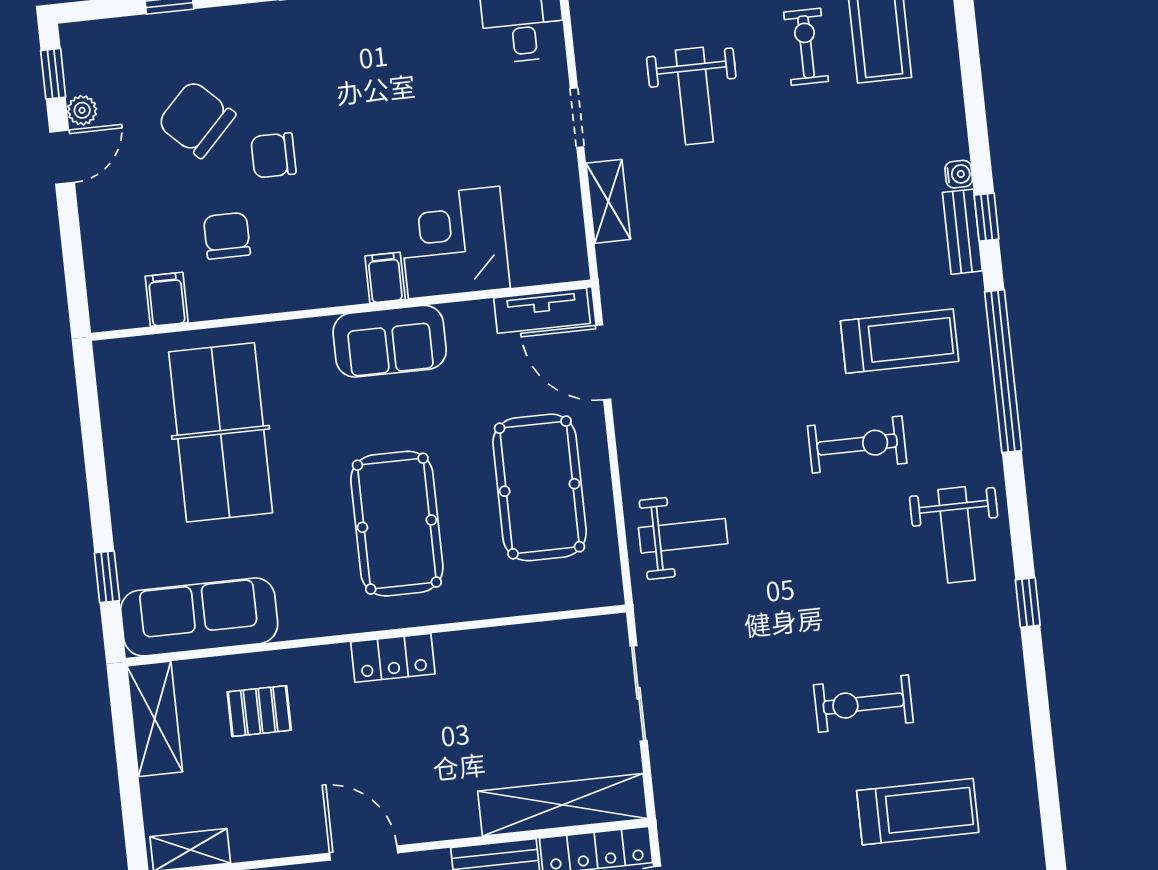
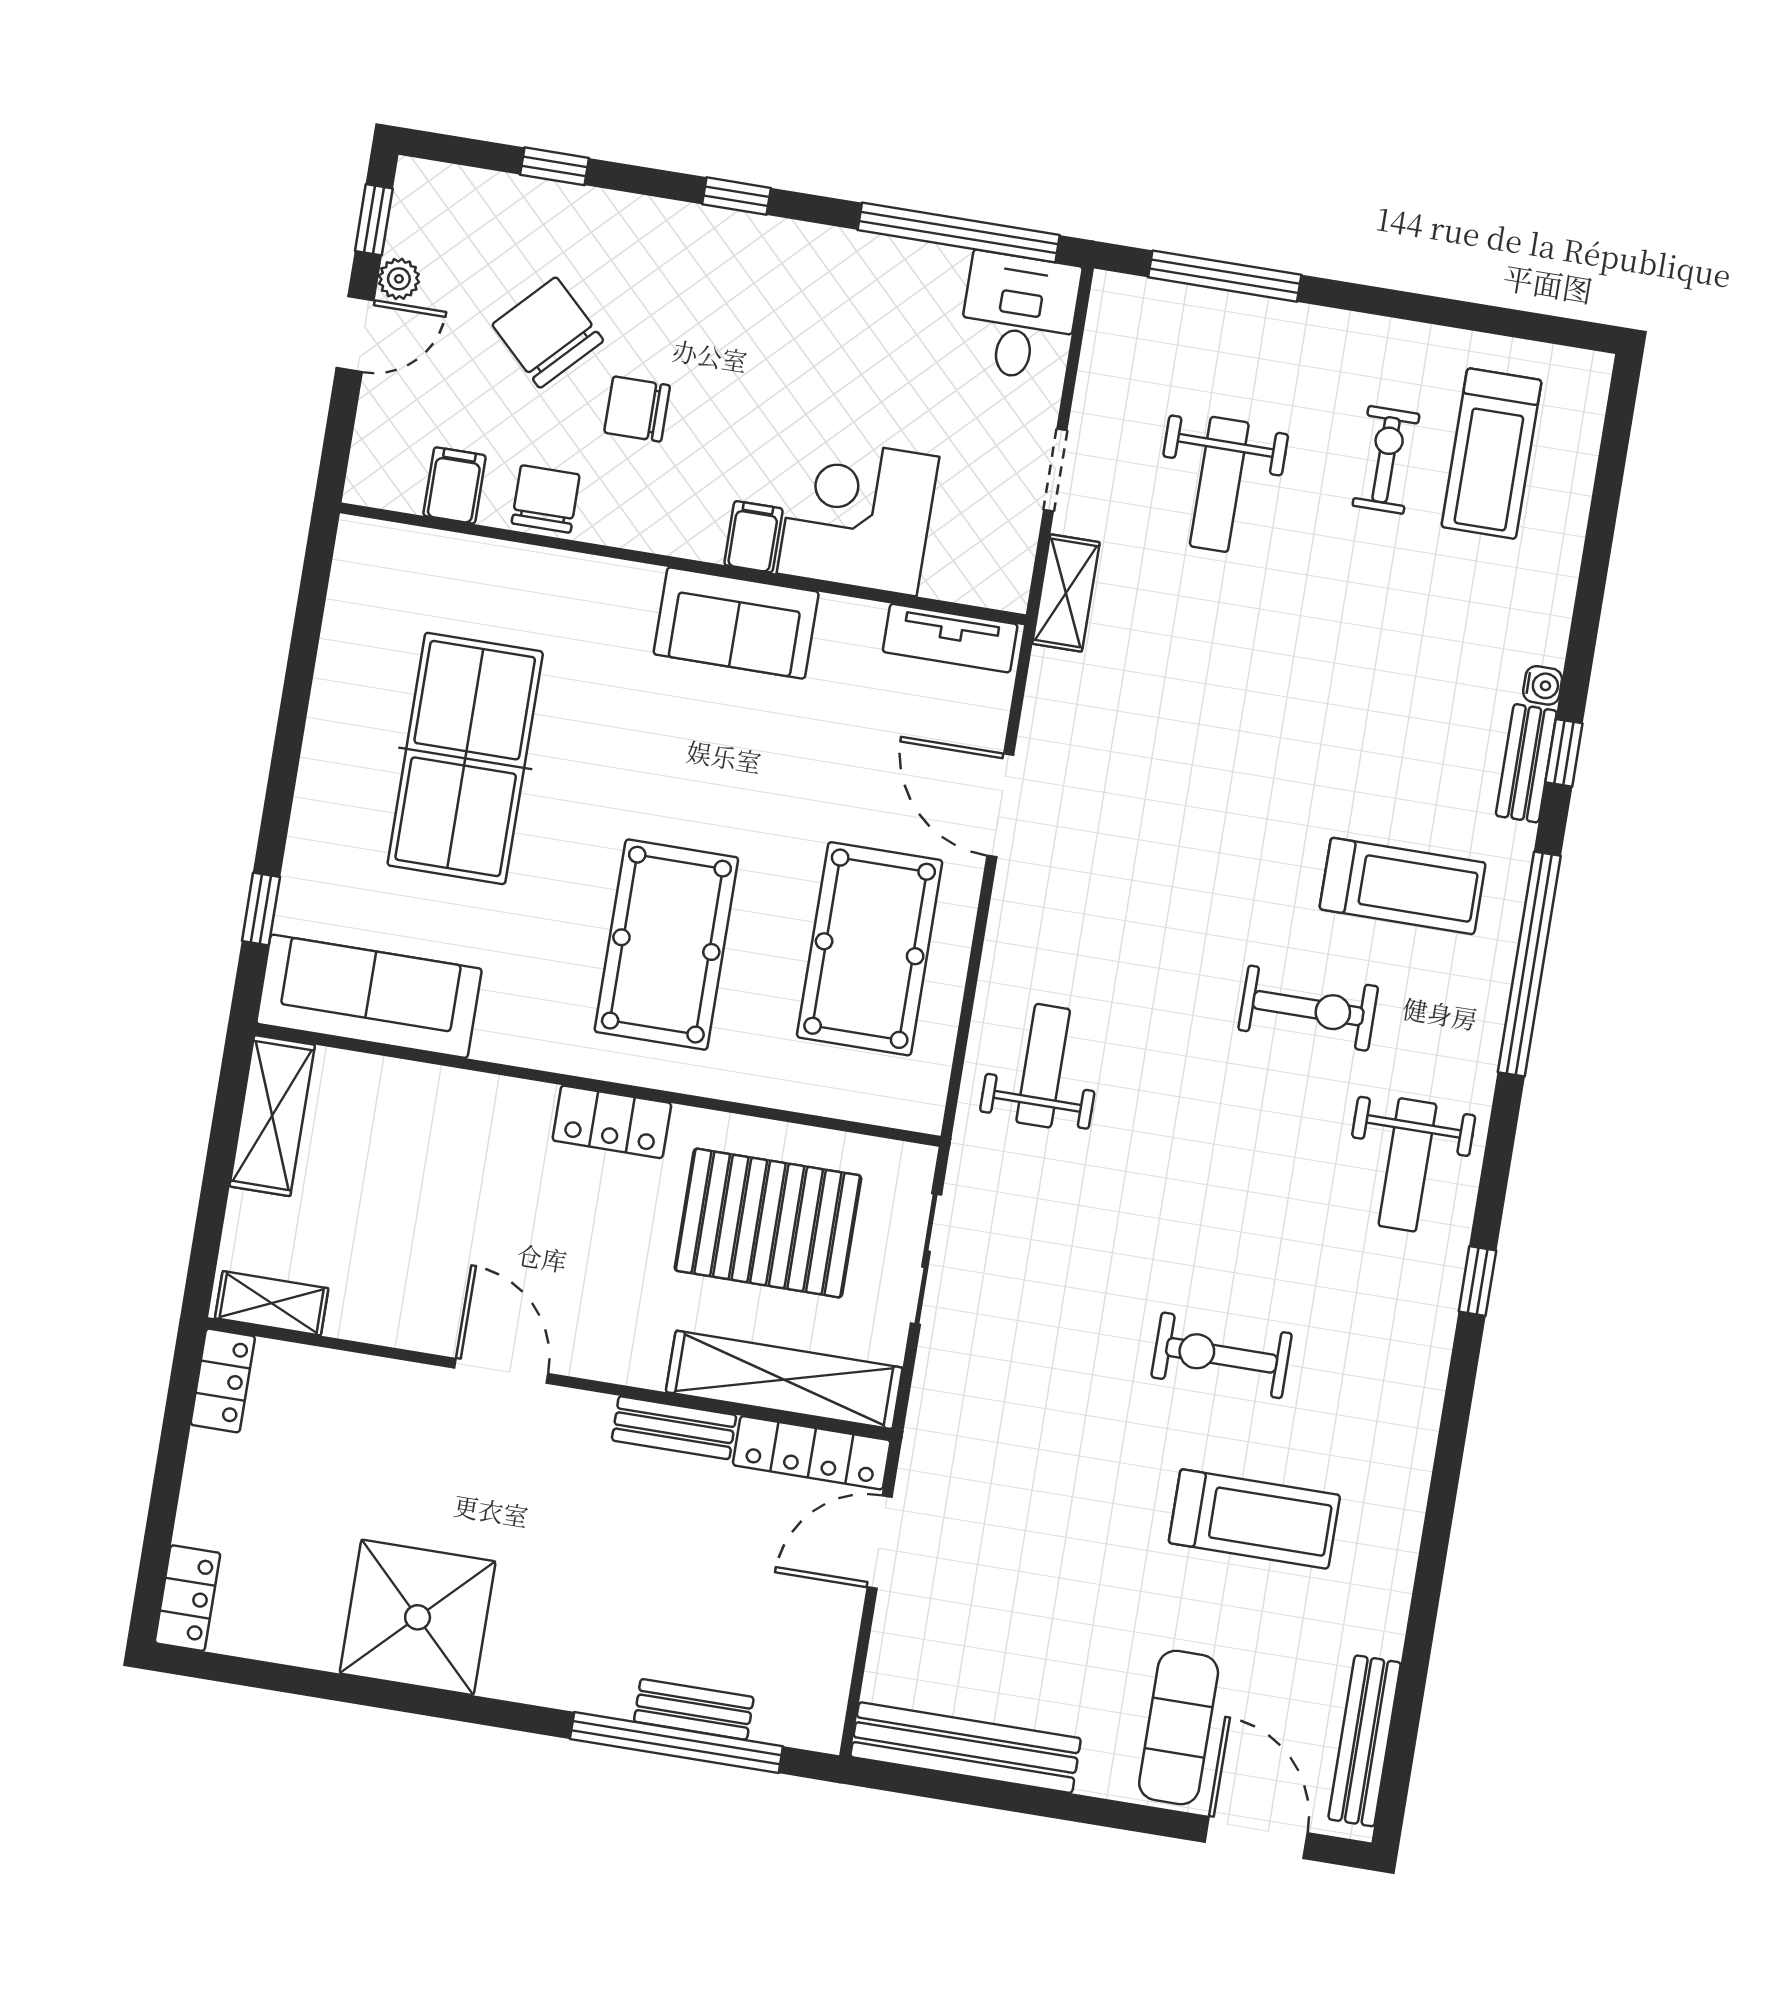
corner desk: (454, 242) -> (858, 515), moved
filing cabinet: (385, 278) -> (753, 537), moved
filing cabinet: (167, 299) -> (455, 485), moved
wall: (341, 310) -> (683, 564), moved
tv unit: (542, 311) -> (950, 638), moved
sofa: (390, 341) -> (736, 623), moved
weight bench: (683, 536) -> (1043, 1066), turned -90
pallet: (259, 711) -> (768, 1223), moved, width x2.05, depth x2.00

